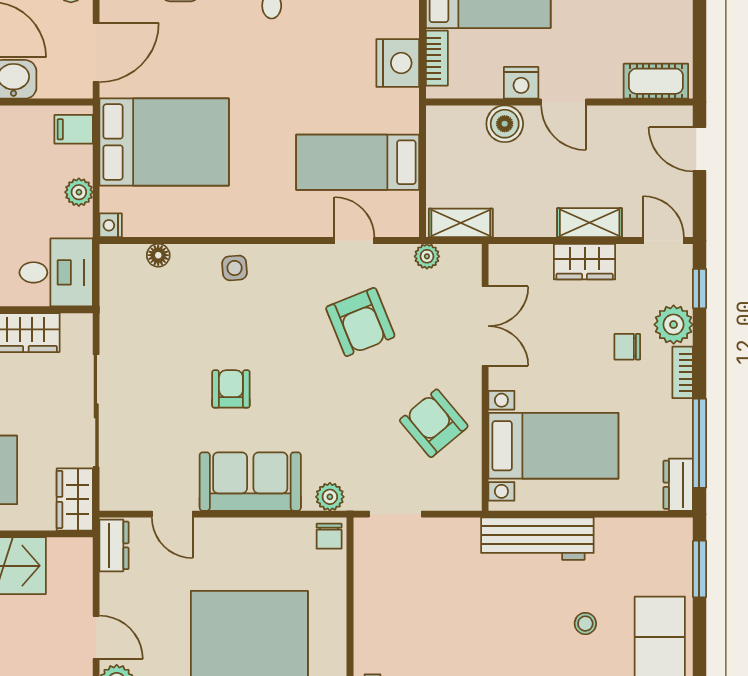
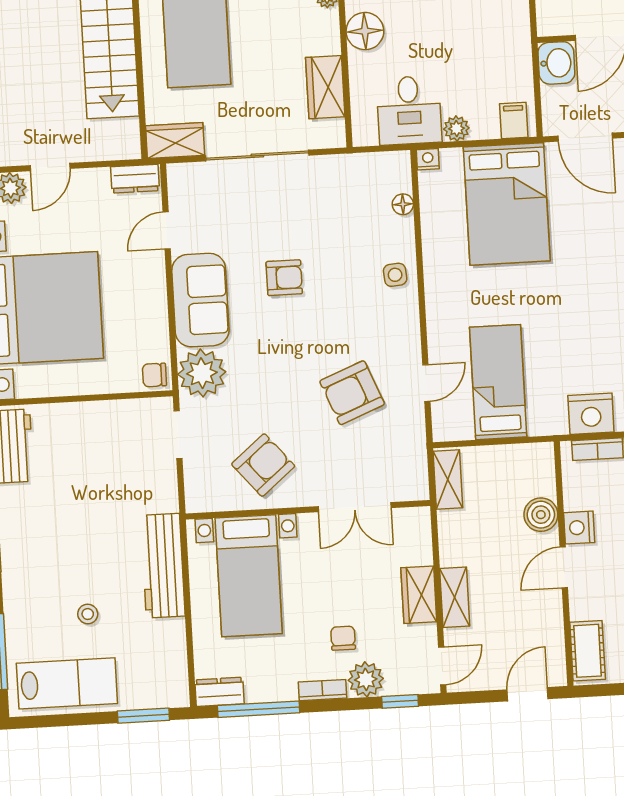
plant: (427, 256) -> (416, 450), removed
desk: (56, 272) -> (409, 110), moved
plant: (330, 497) -> (202, 373), width x1.87, depth x1.87

